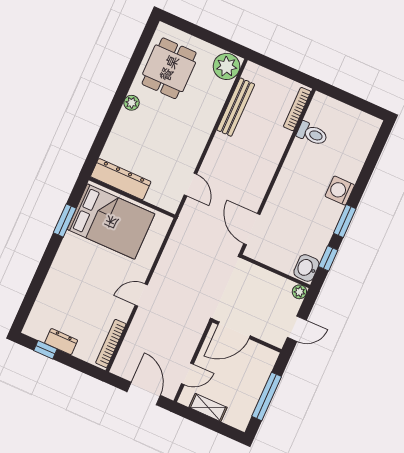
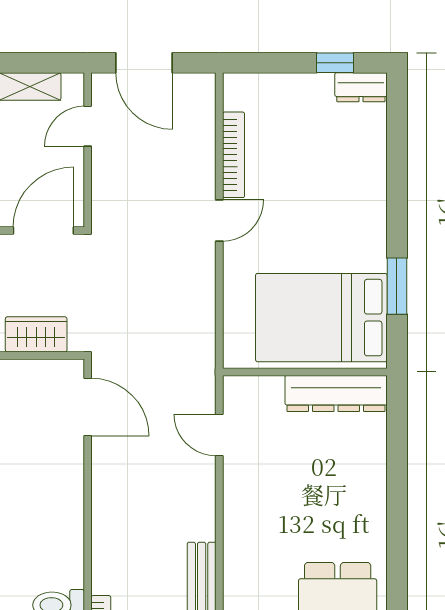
plant: (132, 103) -> (374, 525), removed
wardrobe: (262, 278) -> (36, 334), added
dresser: (61, 342) -> (361, 87), moved
bookcase: (111, 343) -> (233, 155), moved

